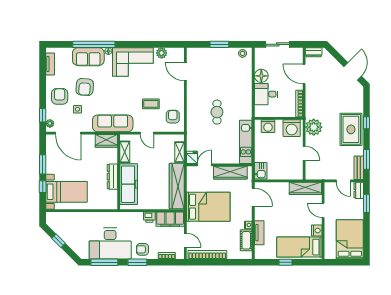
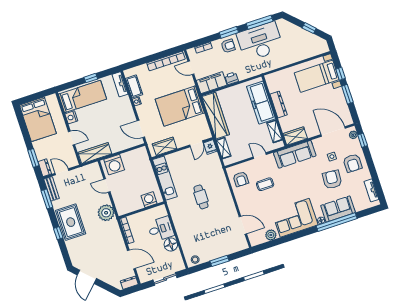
washing machine: (292, 128) -> (114, 165), moved, turned 180
kitchen sink: (261, 171) -> (142, 156), removed
wardrobe: (230, 173) -> (165, 146), width x0.67
tv unit: (259, 233) -> (120, 84), moved

